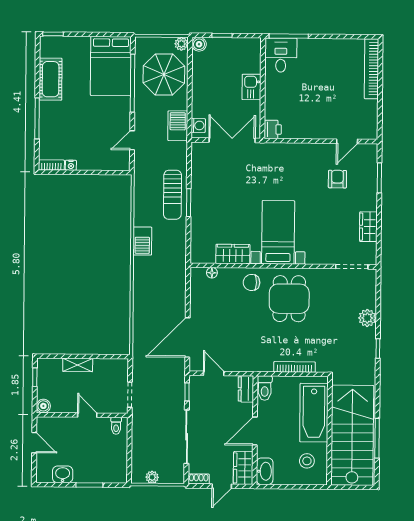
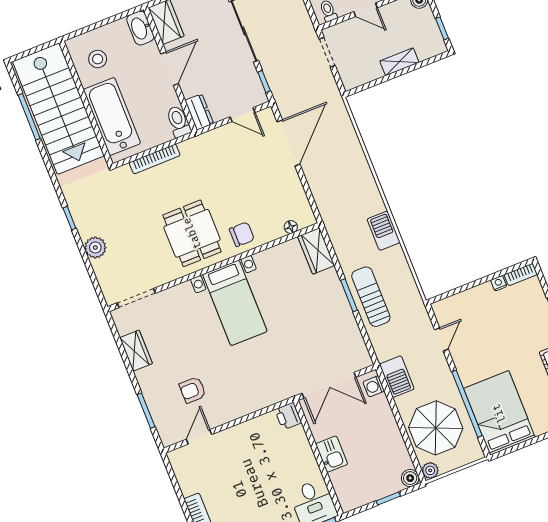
armchair: (337, 179) -> (193, 390), turned 90
wardrobe: (233, 254) -> (316, 251), moved, turned 90

